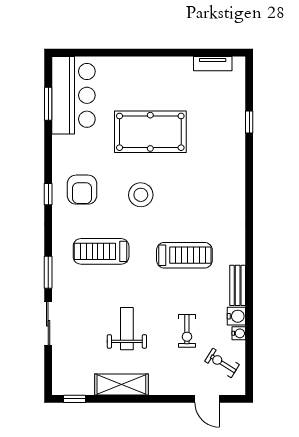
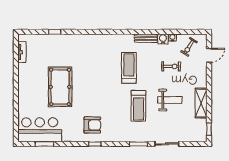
stool: (141, 195) -> (95, 92), removed
treadmill: (101, 251) -> (138, 106), moved
weight bench: (127, 329) -> (170, 100), turned 180

